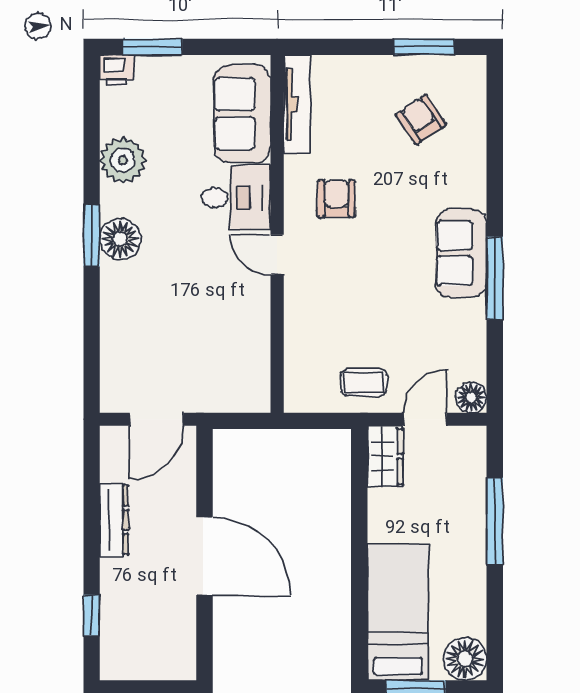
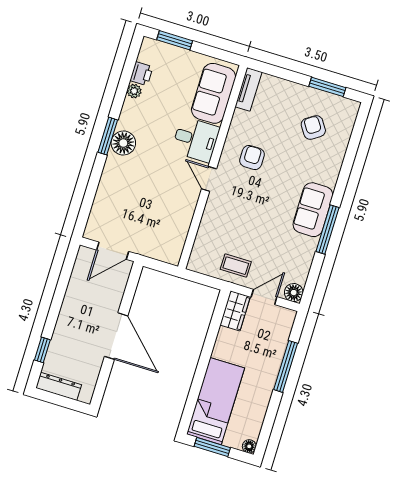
printer: (117, 70) -> (141, 74), moved, turned -90
tv unit: (297, 104) -> (248, 89), width x0.71
plant: (123, 160) -> (134, 91), width x0.53, depth x0.53
dresser: (114, 520) -> (59, 386), moved, turned -90
floor lamp: (465, 659) -> (249, 446), width x0.53, depth x0.53

